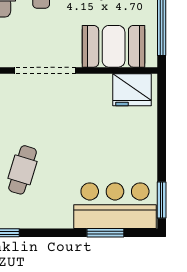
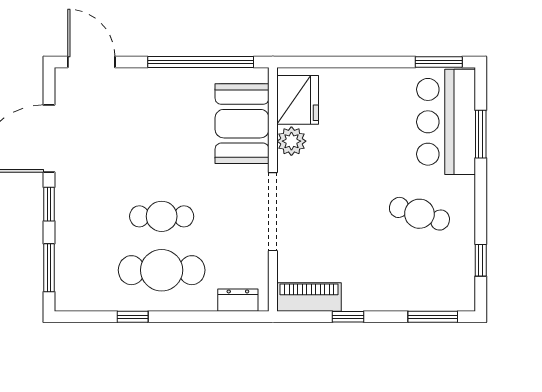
plant: (100, 85) -> (291, 141), added
cafe table: (23, 170) -> (419, 214), moved

